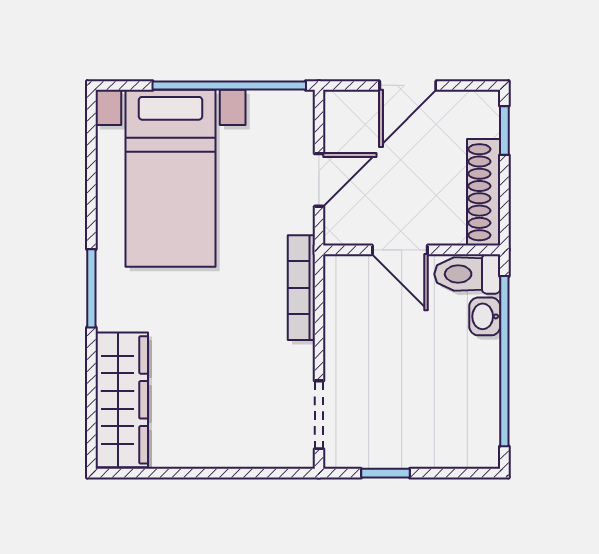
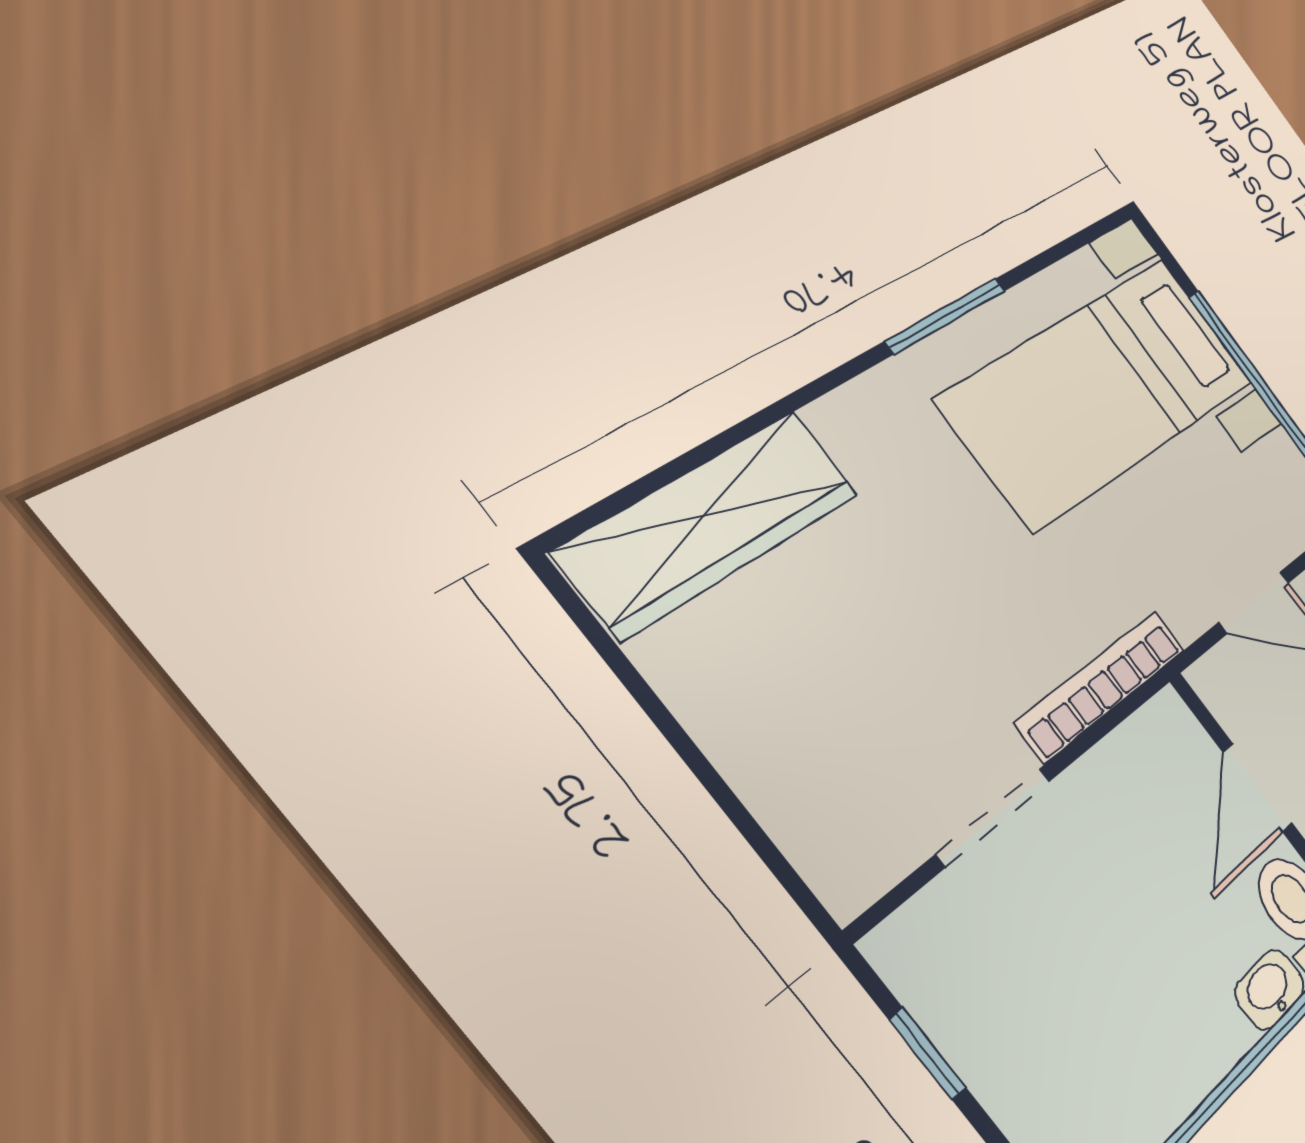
window: (91, 288) -> (946, 315), moved
doorway: (319, 415) -> (994, 817), moved

